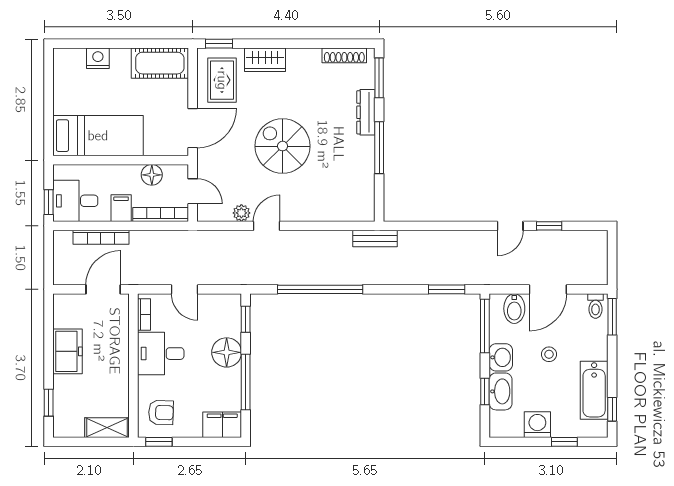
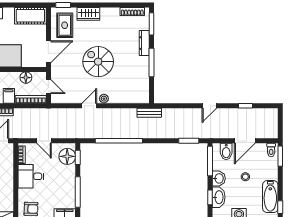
plant: (241, 213) -> (104, 99), moved
door: (510, 226) -> (209, 106), moved
floor lamp: (227, 352) -> (67, 156), moved

